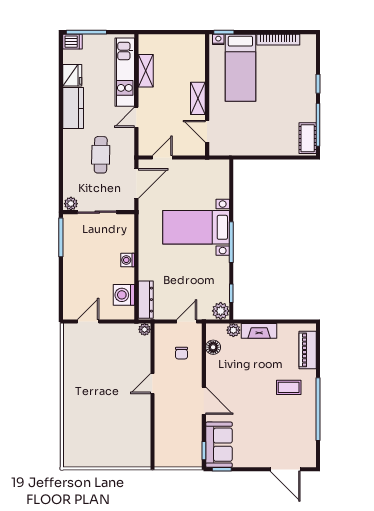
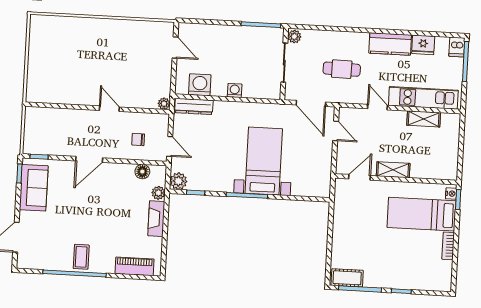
bookcase: (278, 40) -> (448, 246), width x0.64
coffee table: (289, 387) -> (81, 257), moved
sofa: (219, 445) -> (34, 188), moved, turned -90

